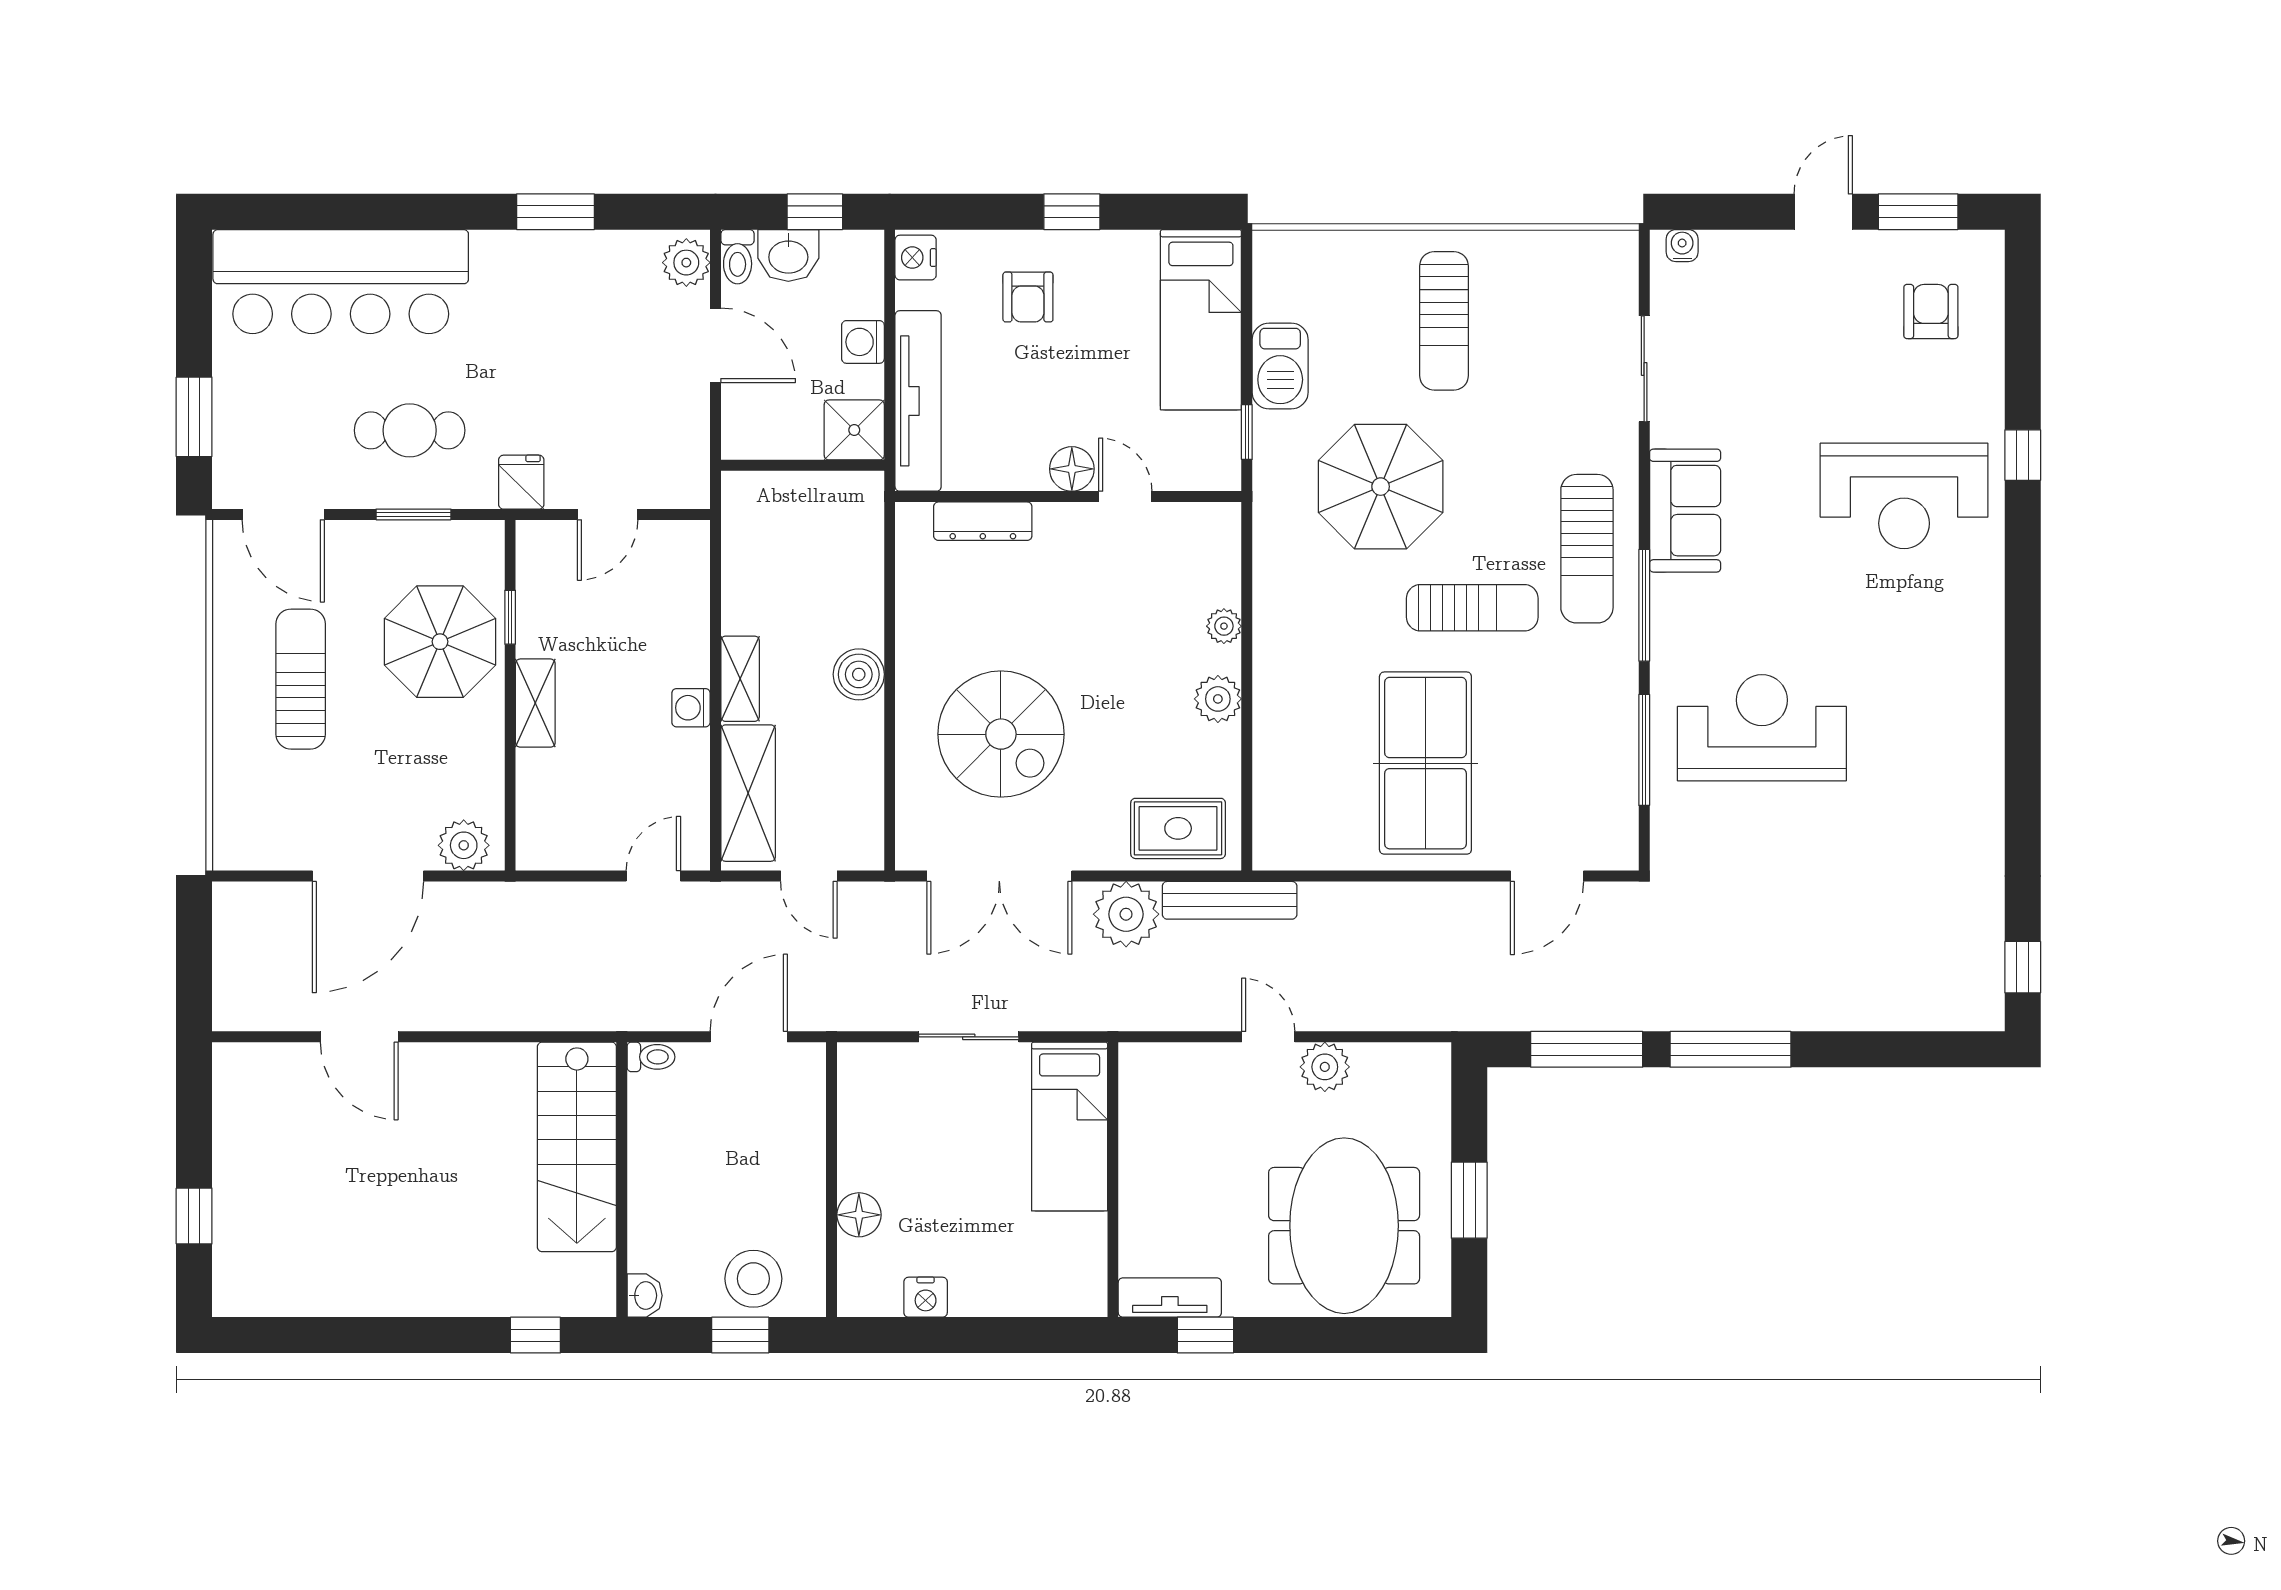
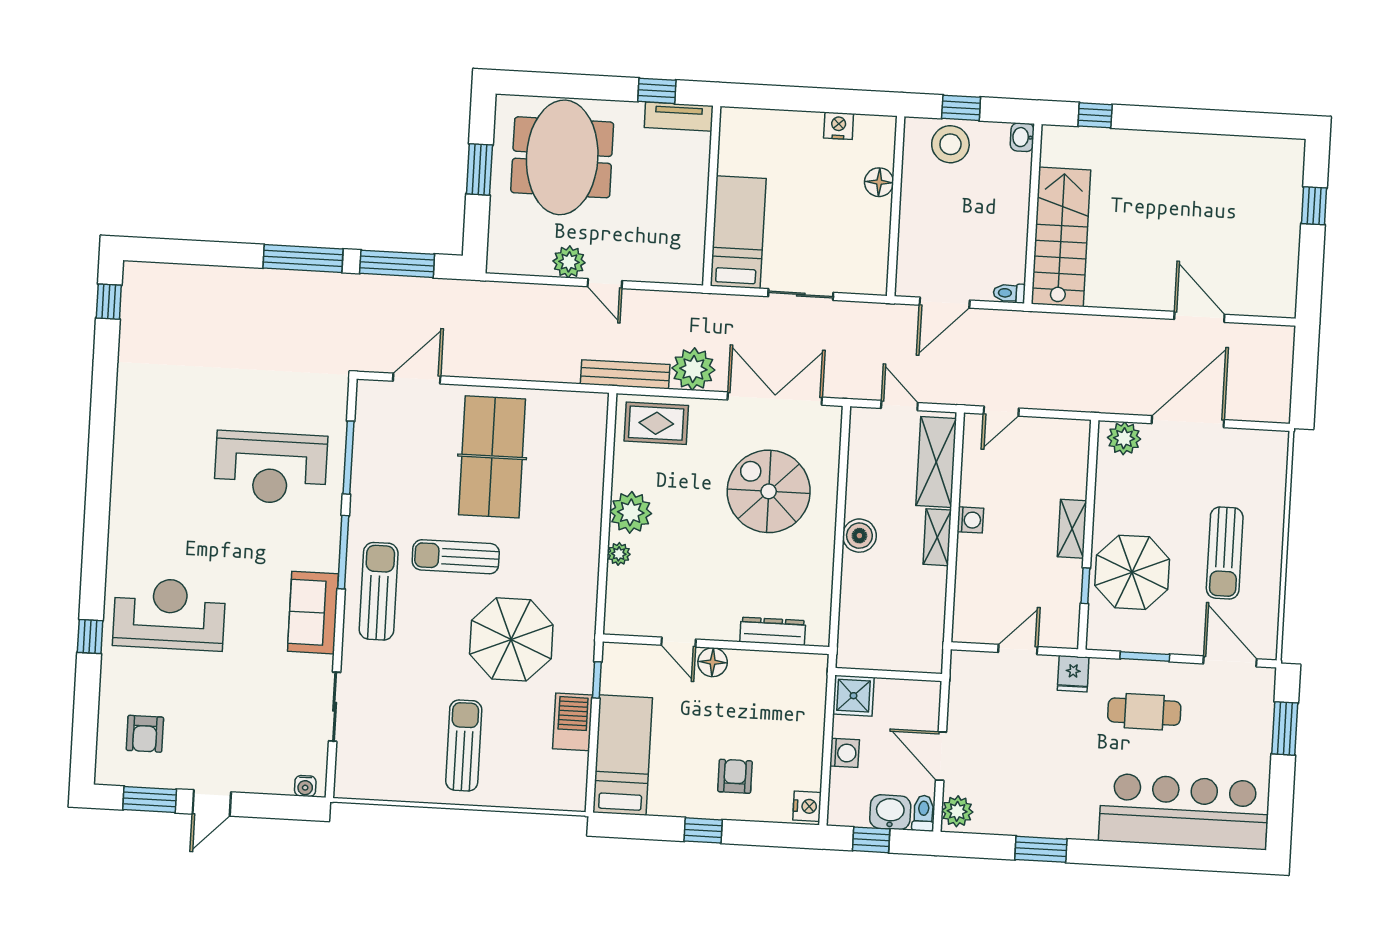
tv unit: (918, 401) -> (811, 712), removed
plant: (1218, 699) -> (631, 512), width x1.36, depth x1.36

